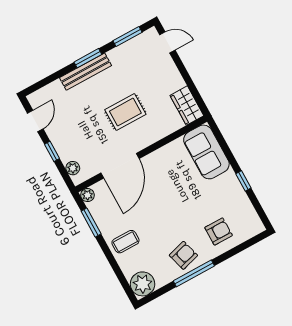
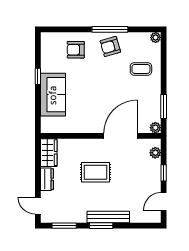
dresser: (173, 76) -> (47, 179), added
sofa: (206, 152) -> (53, 95), moved
coffee table: (125, 242) -> (141, 69), moved
plant: (143, 284) -> (156, 37), width x0.53, depth x0.53

